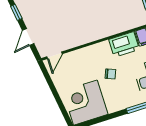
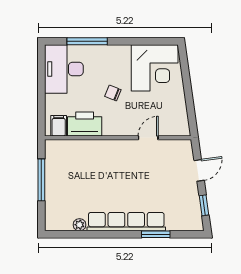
door: (54, 55) -> (148, 138), moved

